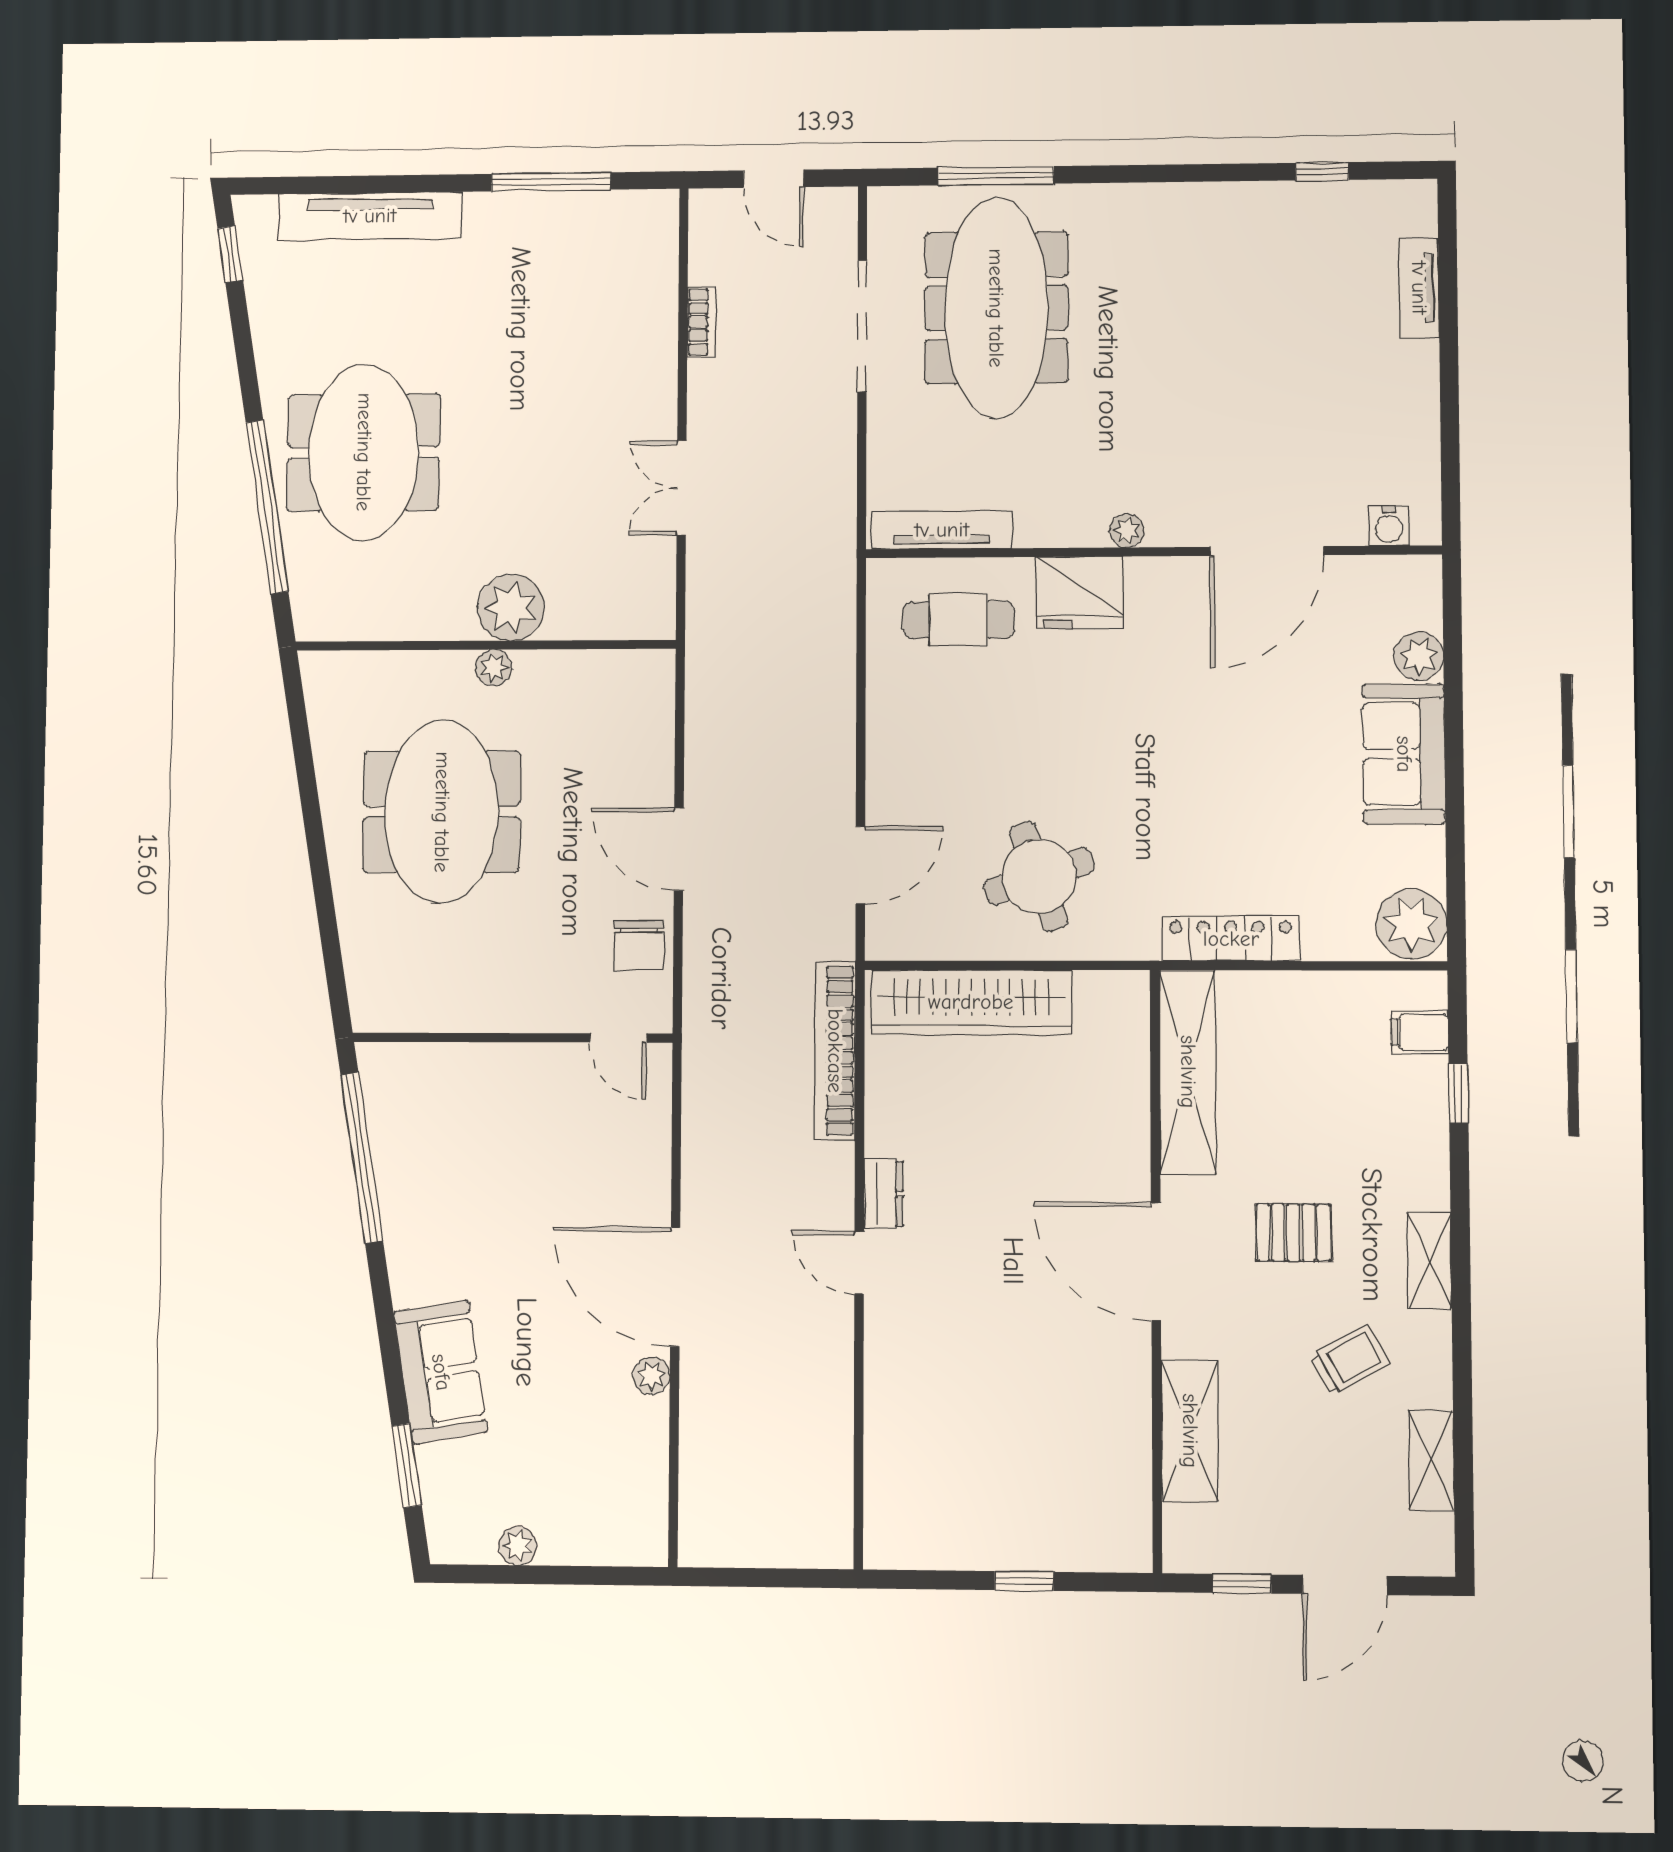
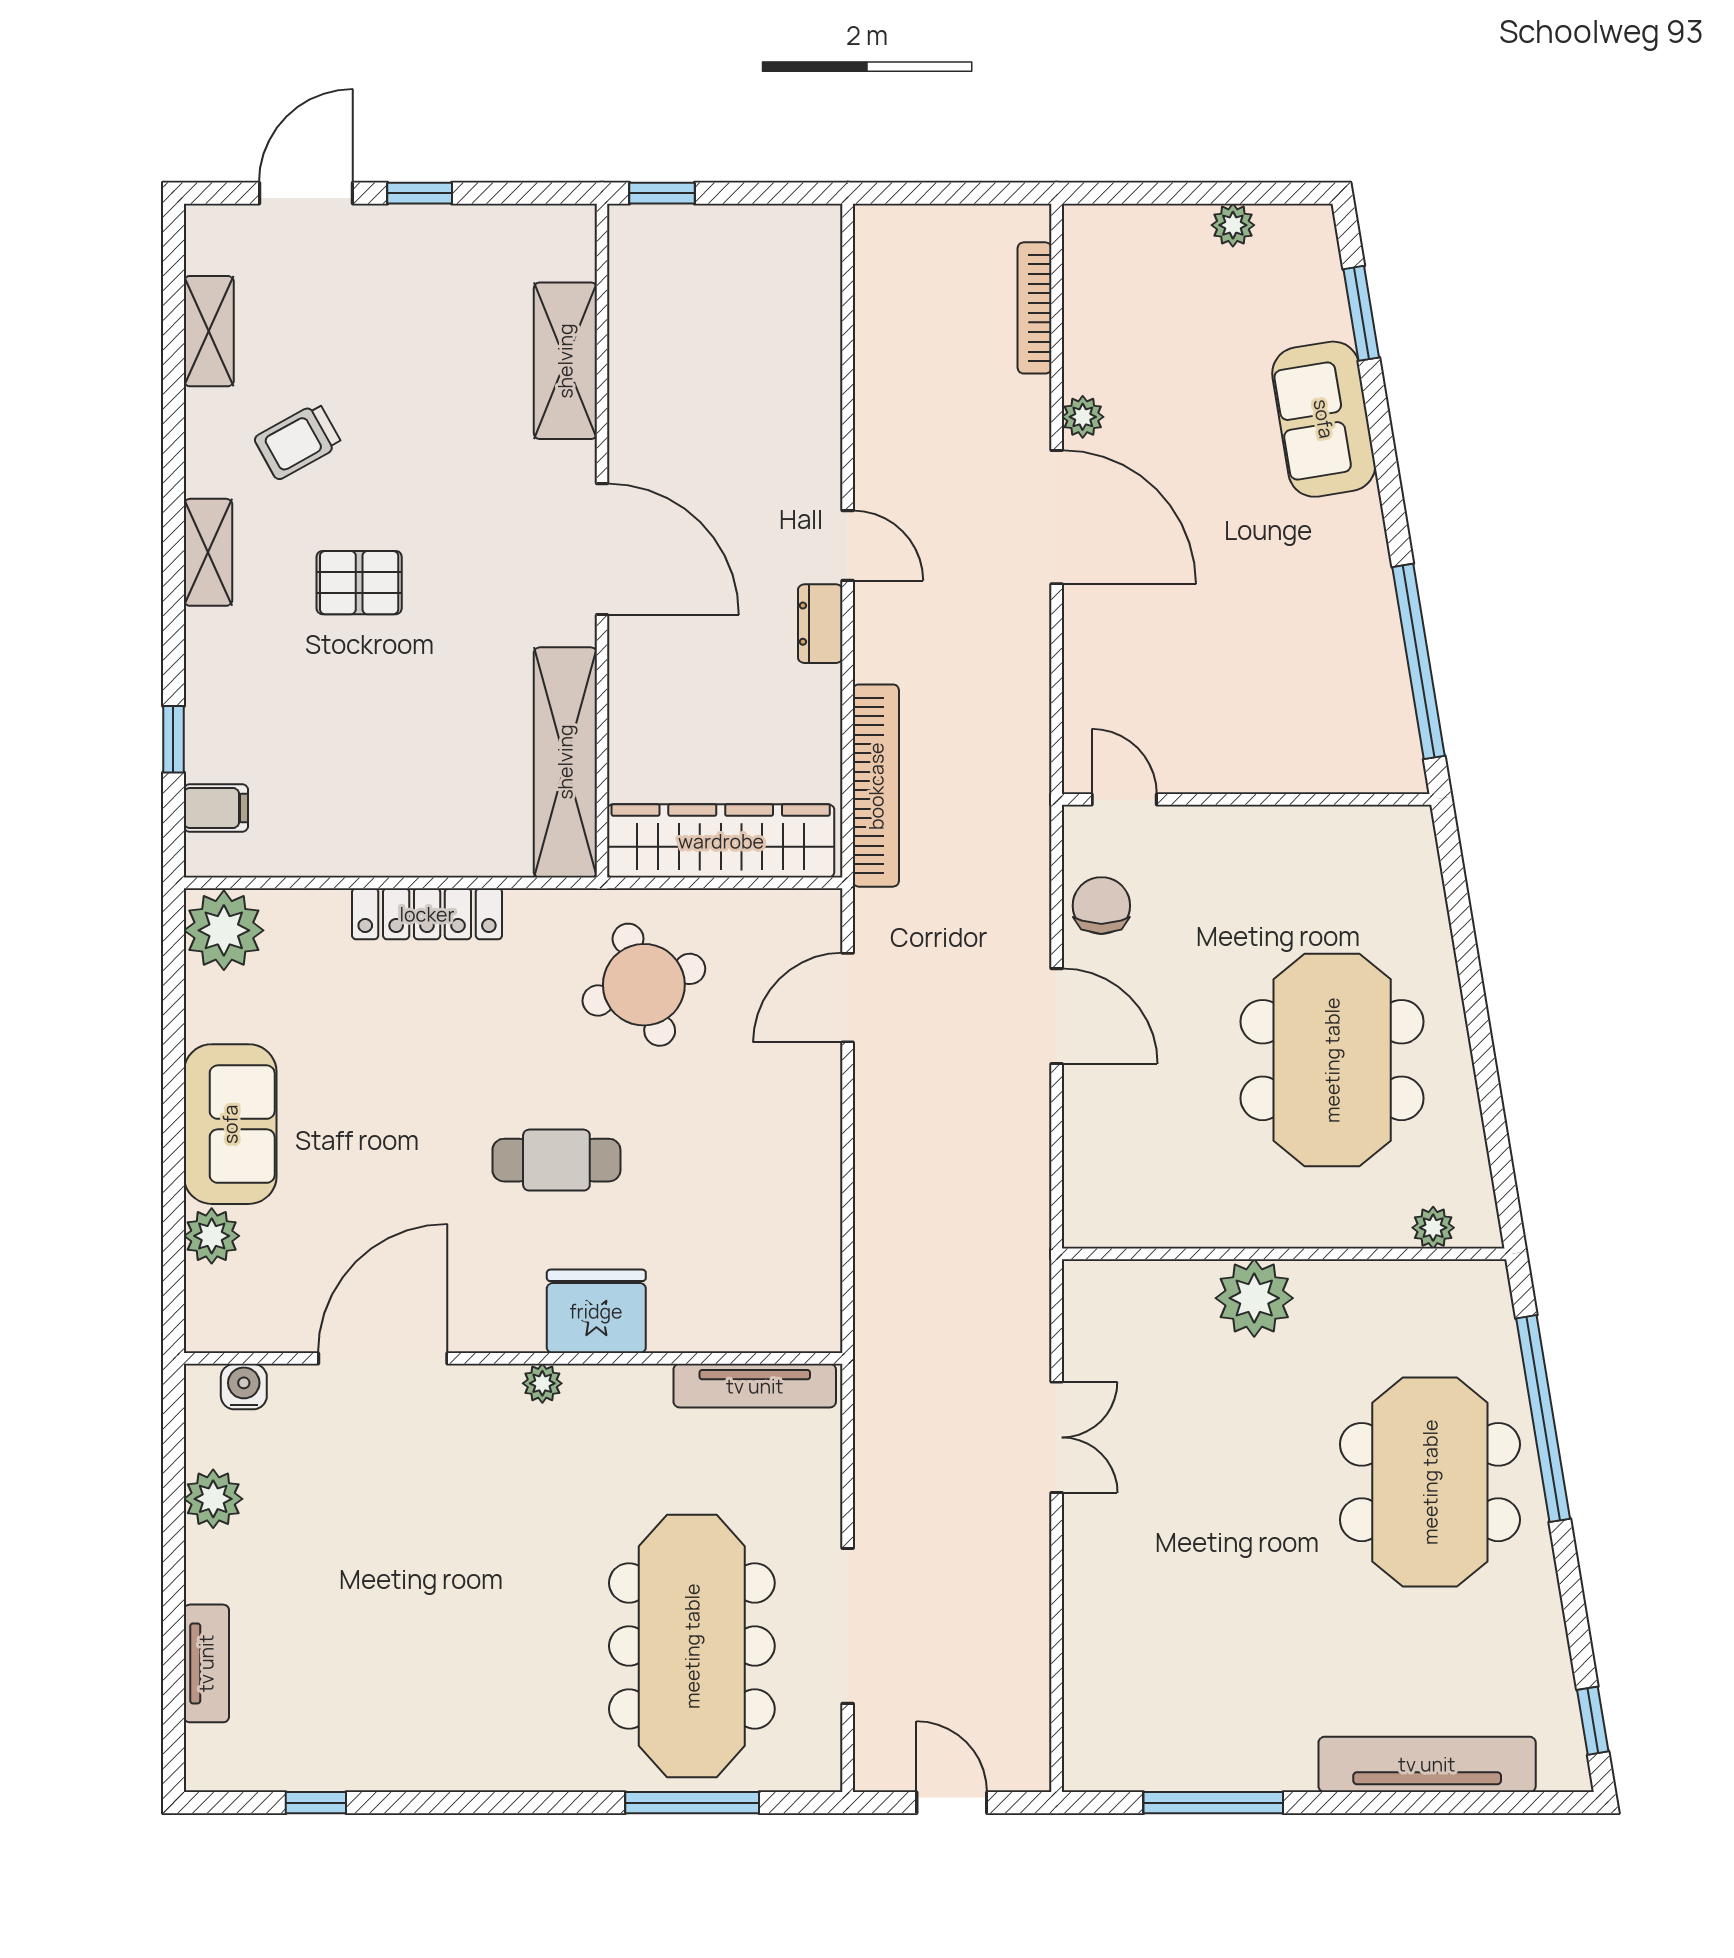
bookcase: (702, 322) -> (1035, 308), moved, width x1.56
plant: (1415, 429) -> (213, 1499), added
cafe table: (958, 620) -> (556, 1160), moved
plant: (494, 668) -> (1433, 1228), moved
shelving: (1188, 1072) -> (565, 762), moved
door: (1156, 1262) -> (602, 549), moved
wall: (1156, 1269) -> (602, 541), moved
shelving: (1190, 1431) -> (565, 361), moved

